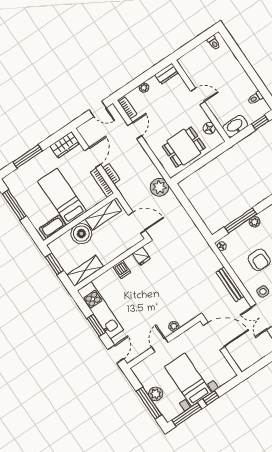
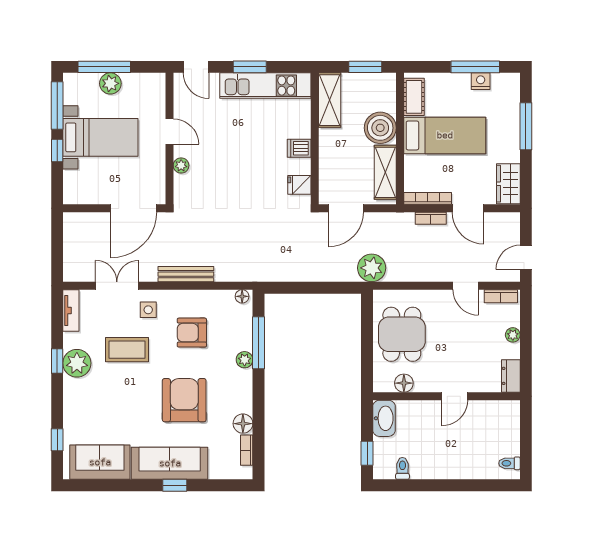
nightstand: (20, 197) -> (481, 81), added

